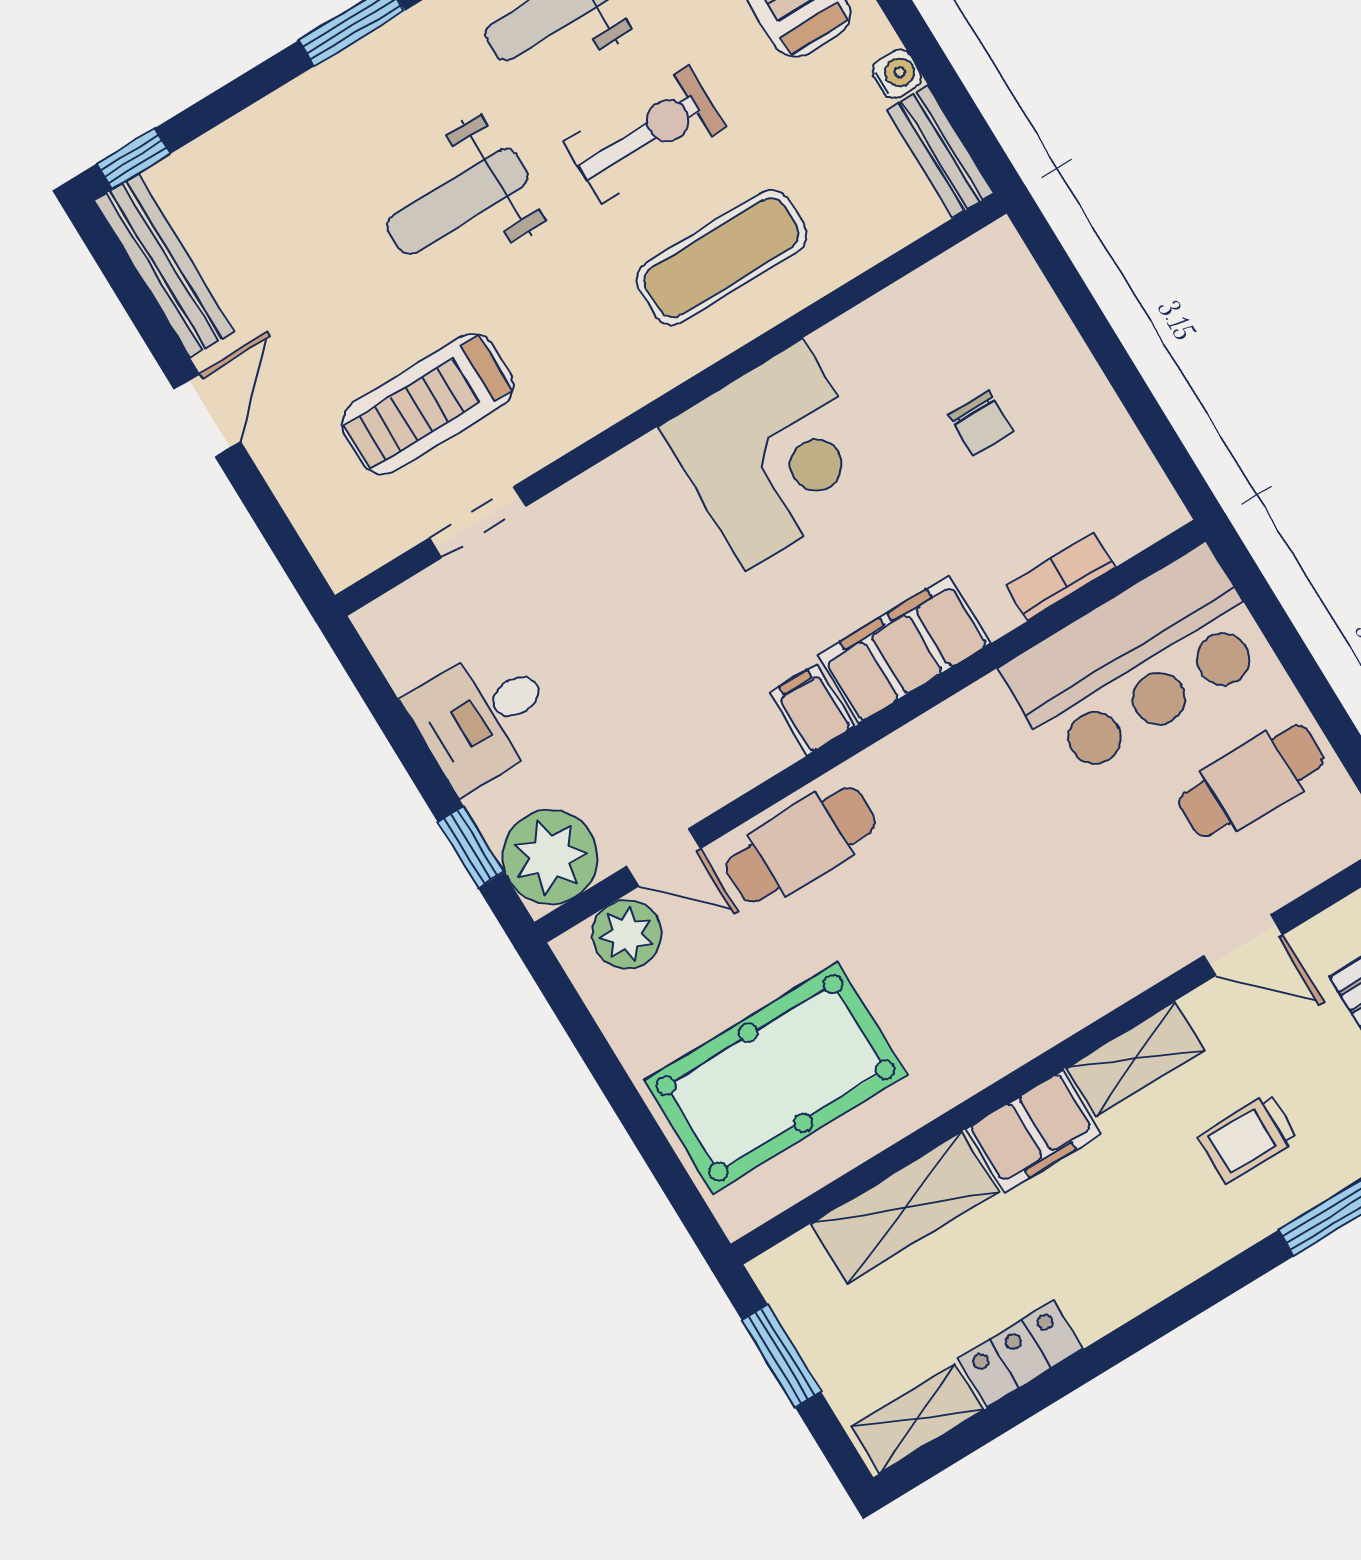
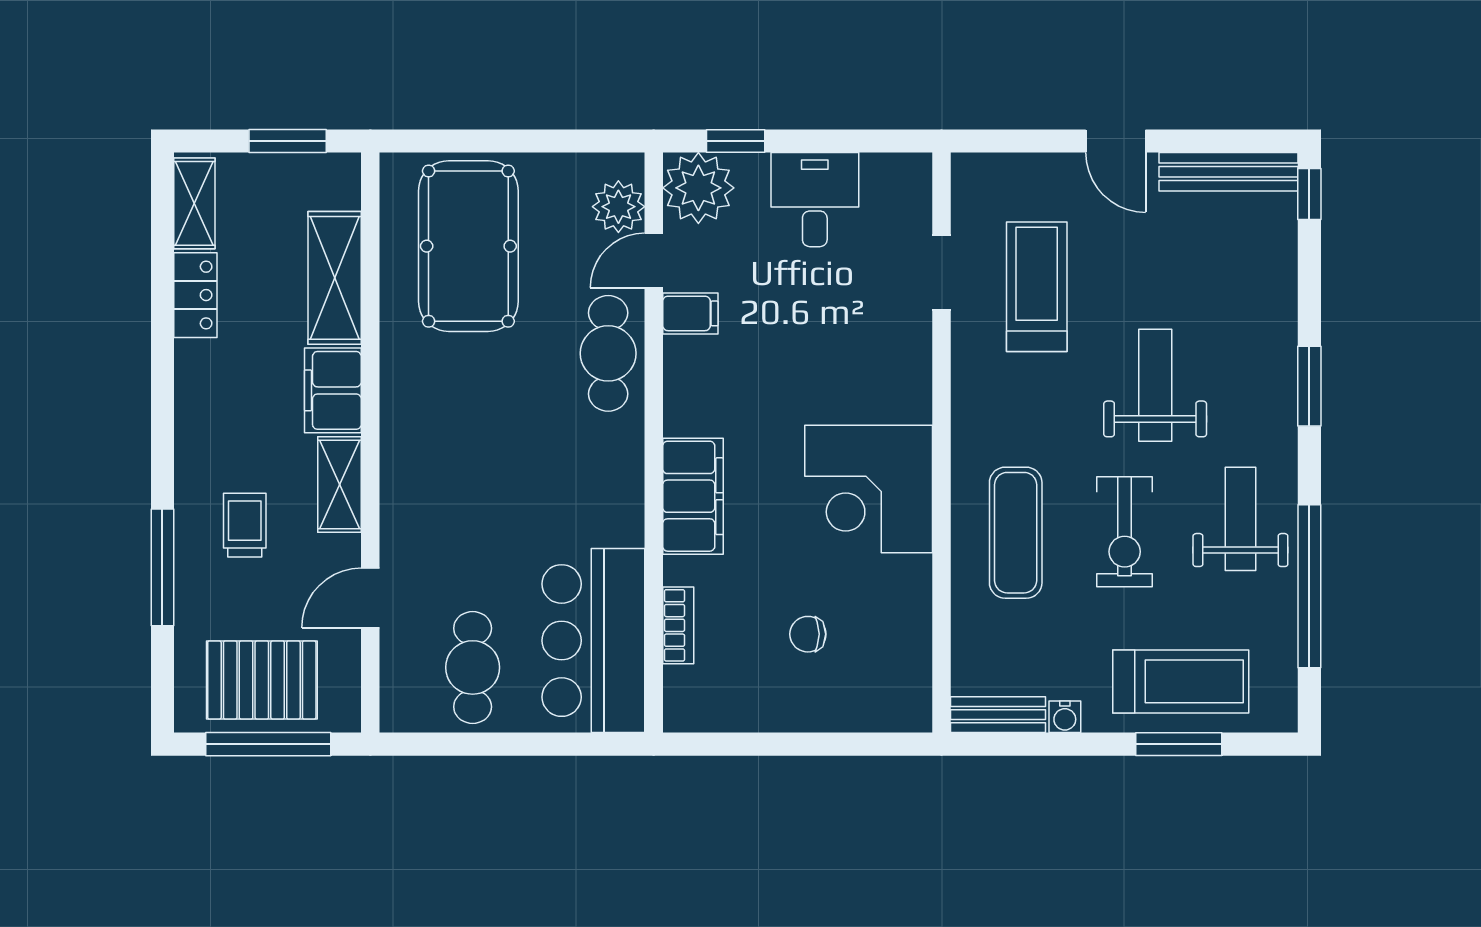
filing cabinet: (812, 709) -> (690, 313), moved

